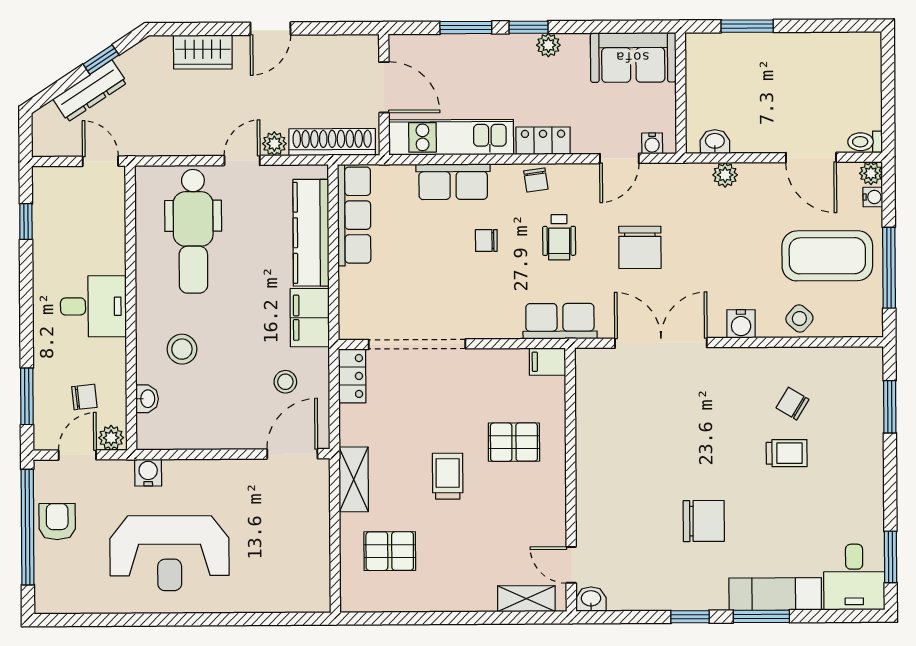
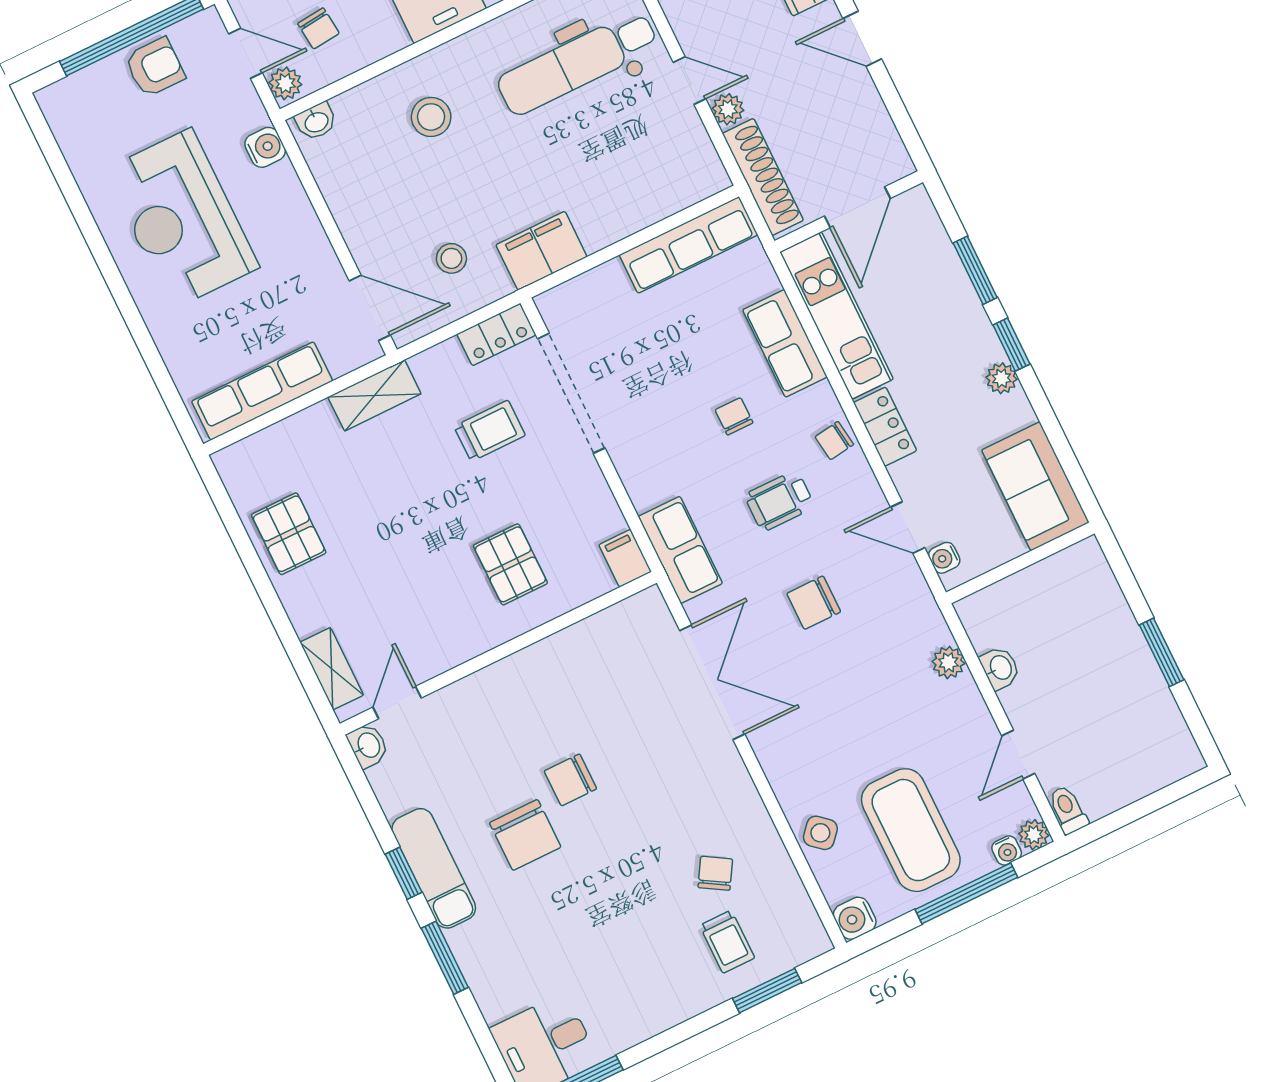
window: (747, 26) -> (1162, 652), moved
washbasin: (715, 142) -> (1000, 668), moved
door: (811, 157) -> (1018, 755), width x0.73
kitchen counter: (311, 233) -> (643, 204), removed
chair: (640, 247) -> (814, 603), width x0.73, depth x0.73
window: (889, 268) -> (966, 893), moved
water cooler: (741, 324) -> (855, 918), moved
washbasin: (147, 399) -> (316, 121), moved
trolley: (787, 453) -> (727, 942), moved
chair: (681, 472) -> (570, 780), added
trolley: (448, 476) -> (490, 431), moved
pallet: (390, 551) -> (289, 534), moved
row of seats: (314, 555) -> (262, 391), added
exam couch: (775, 594) -> (434, 868), moved

